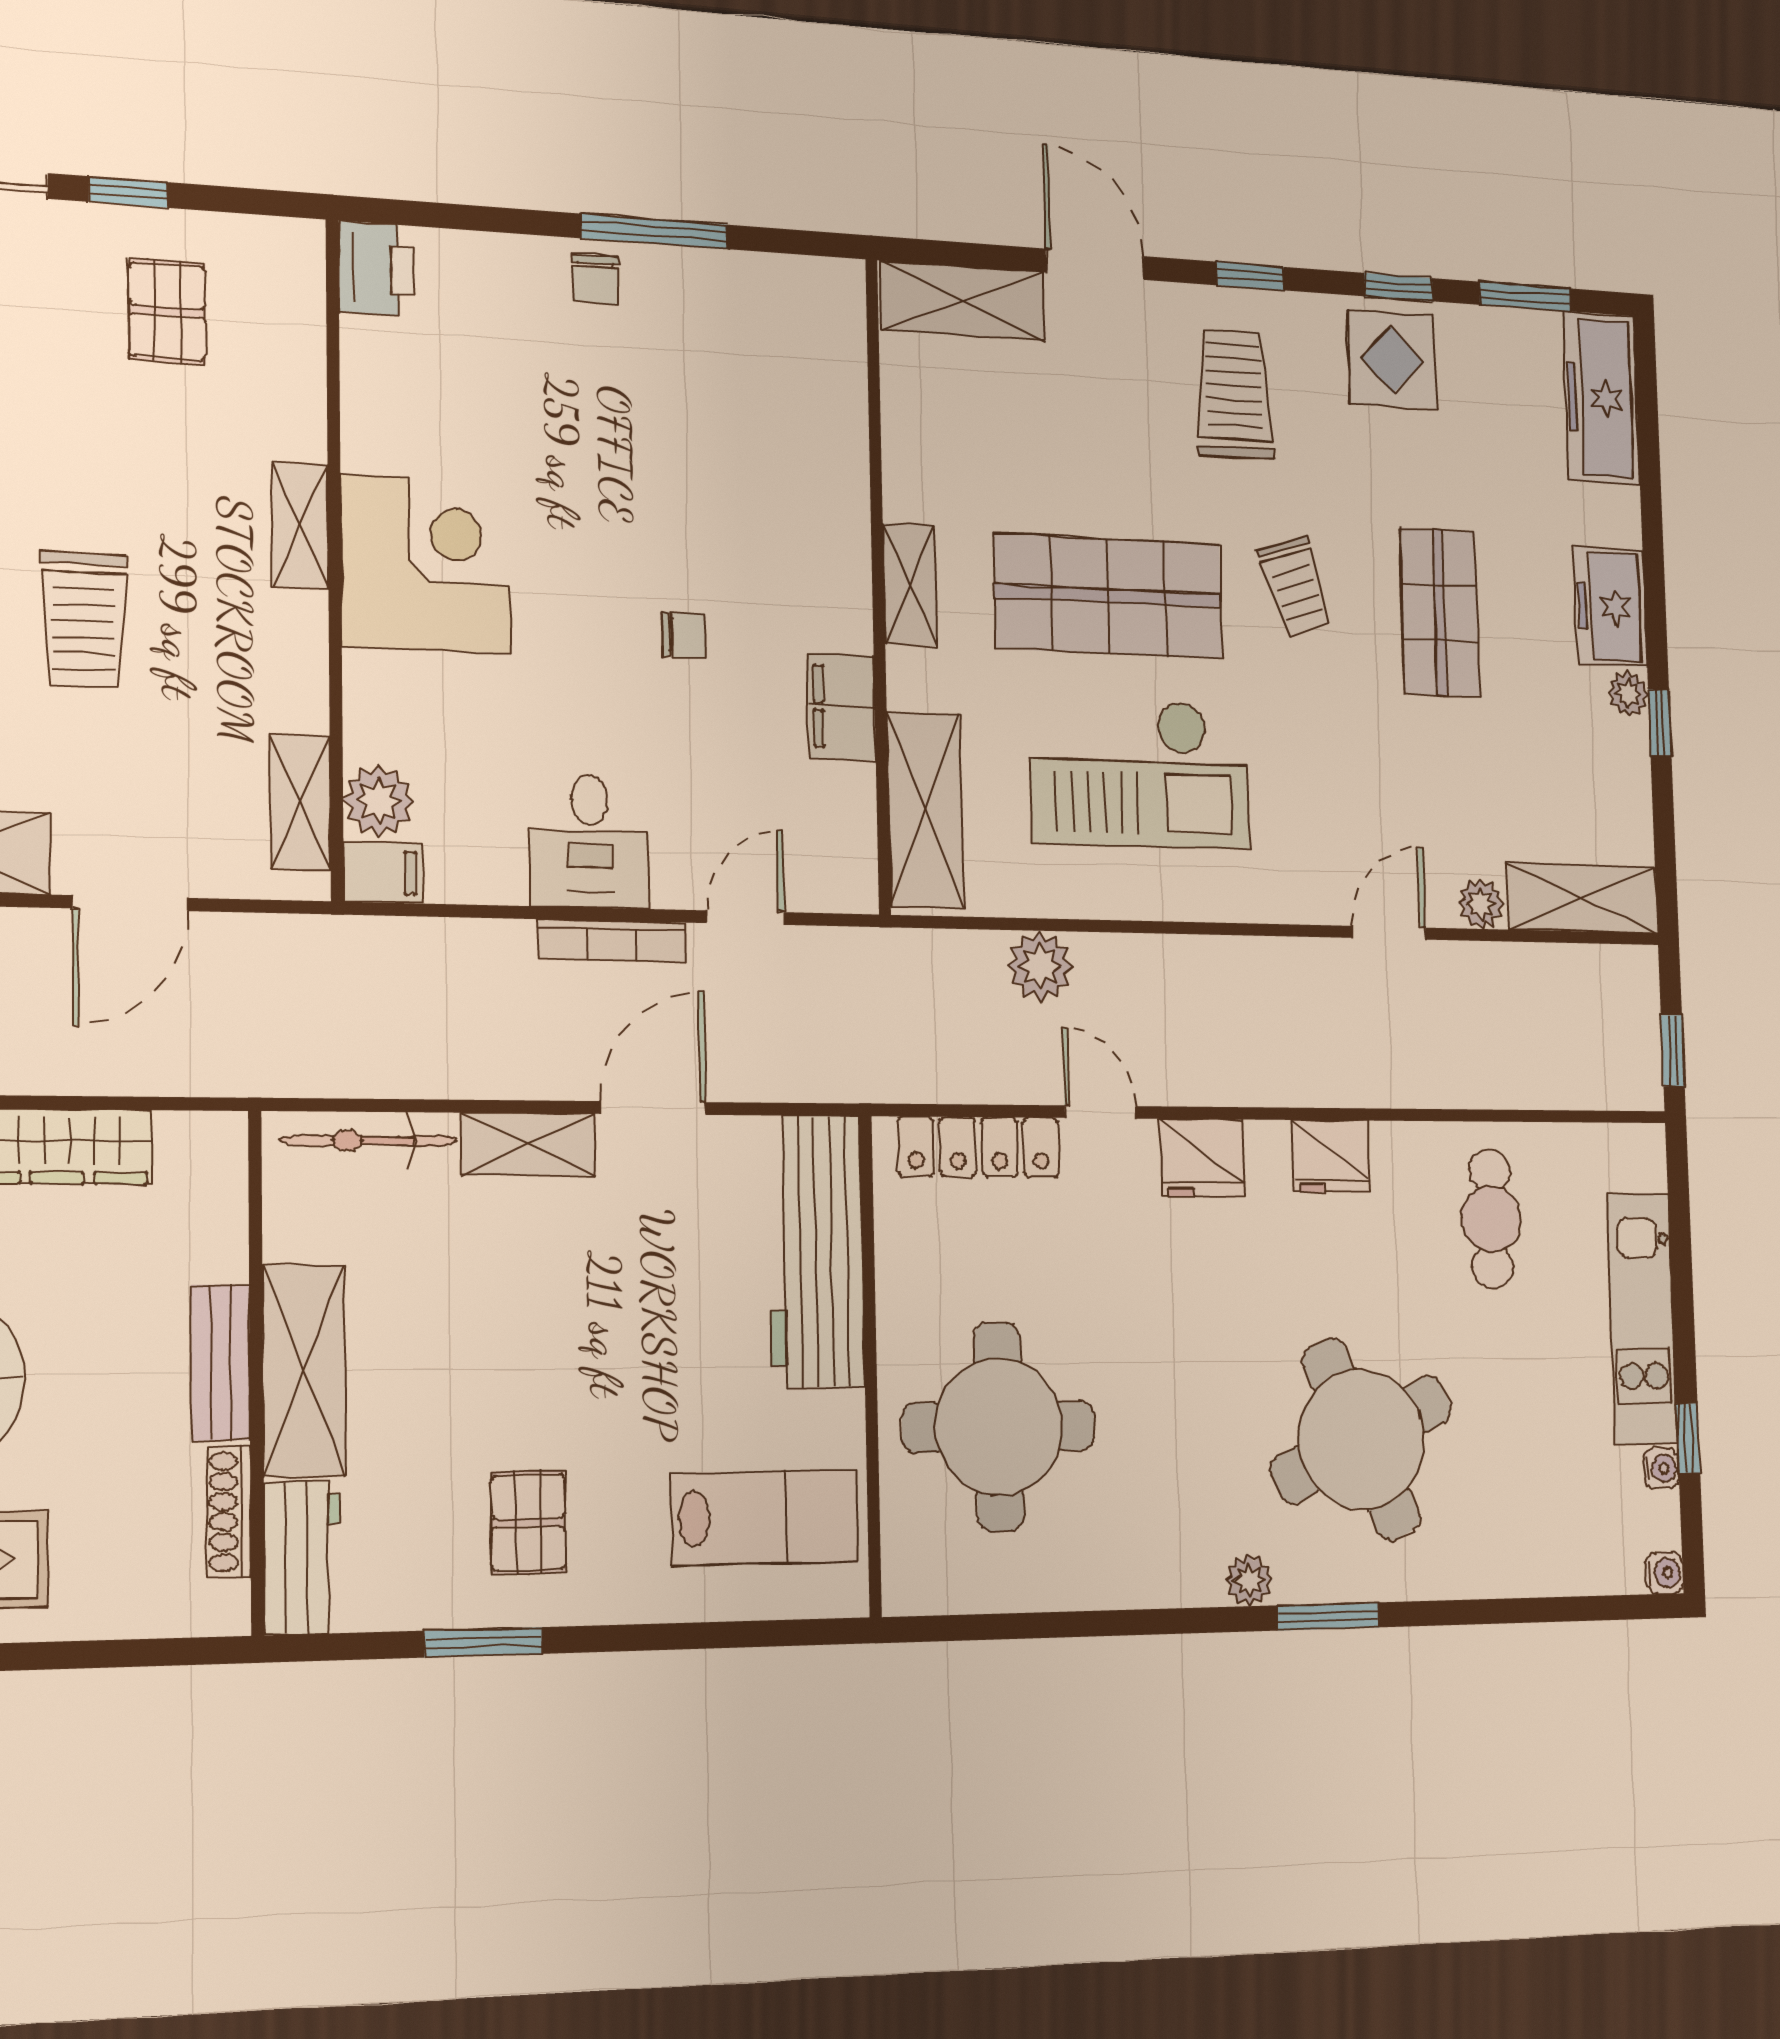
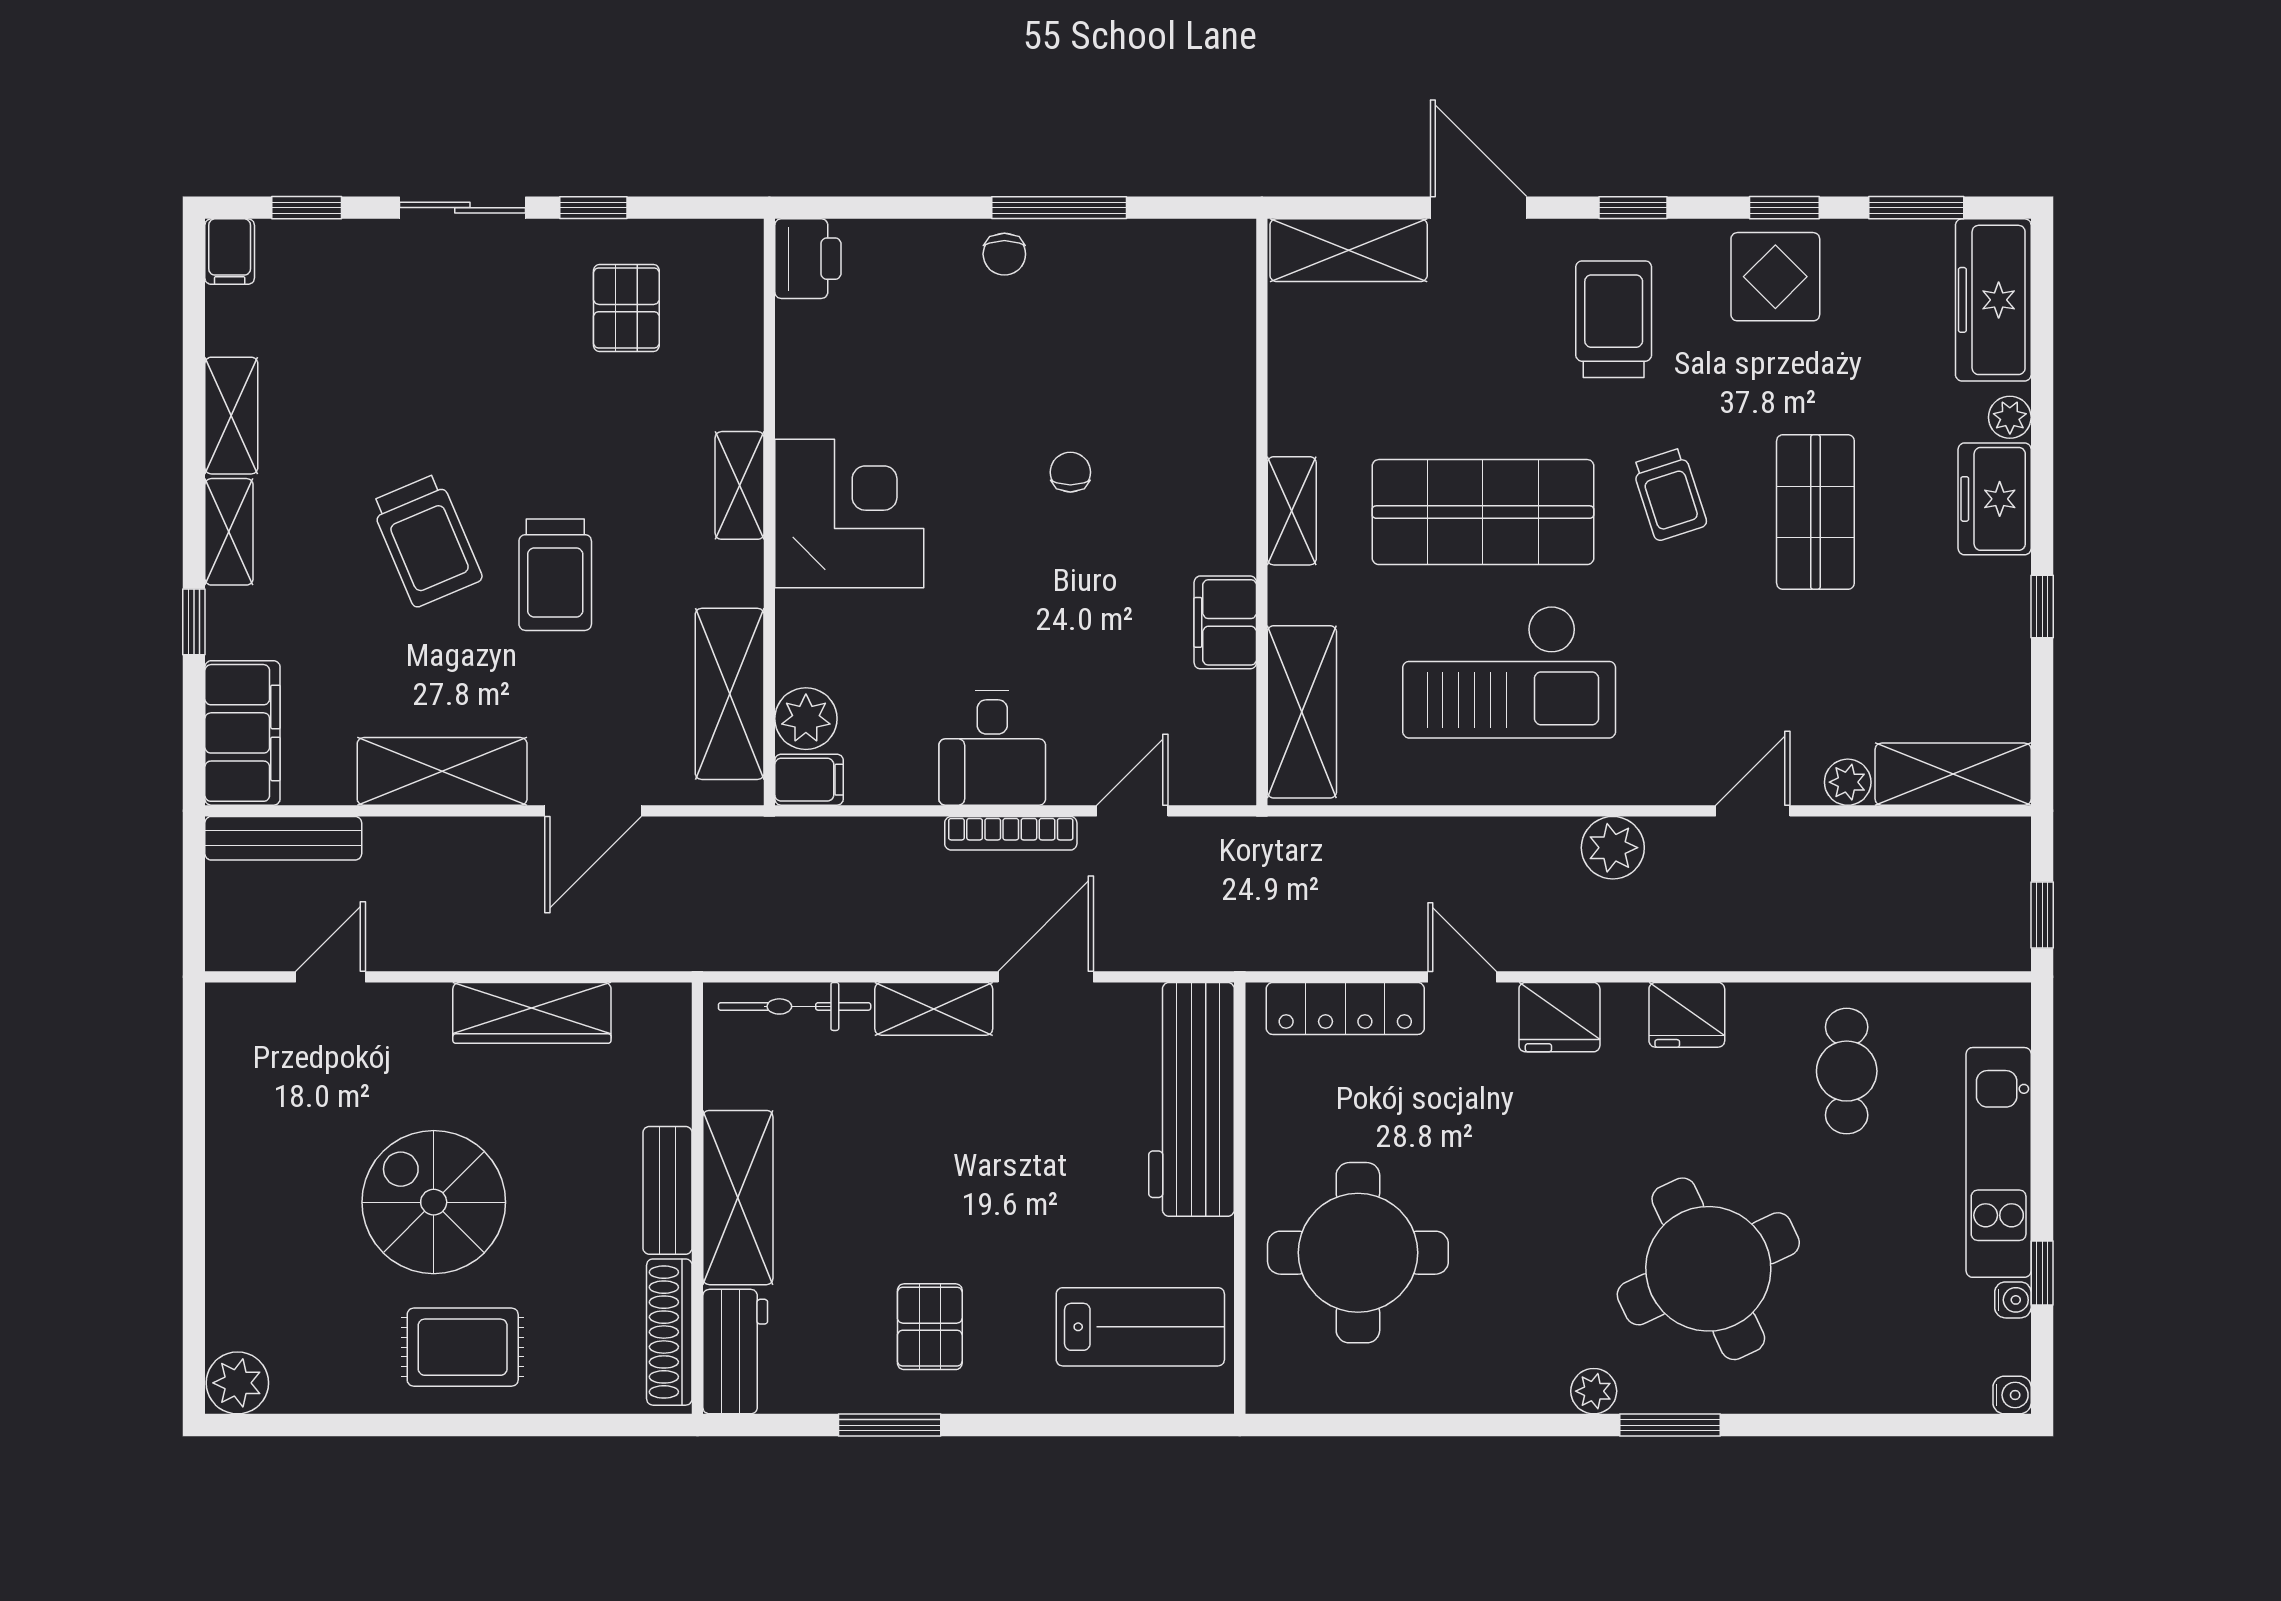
chair: (684, 635) -> (1070, 472), moved, turned -90
plant: (1628, 694) -> (2010, 417), moved
shelving: (300, 803) -> (730, 694), width x1.50, depth x1.33
plant: (1040, 966) -> (1613, 848), moved
shoe rack: (229, 1512) -> (669, 1332), width x1.36, depth x1.24

